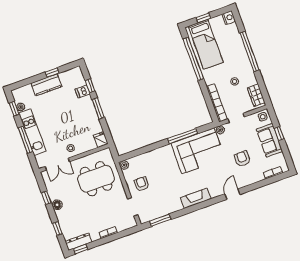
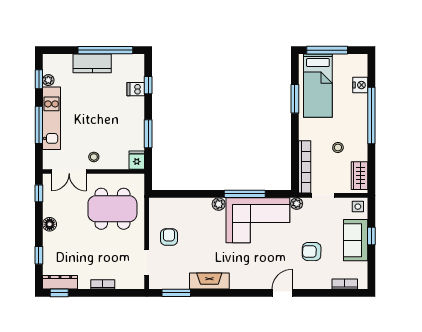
window: (203, 18) -> (327, 50), width x2.17
nightstand: (229, 18) -> (360, 85), moved
window: (193, 59) -> (295, 99), width x0.47
window: (52, 73) -> (105, 50), width x3.17
window: (98, 108) -> (148, 134), moved
armchair: (242, 159) -> (312, 252), turned -89
plant: (124, 165) -> (219, 204), moved
window: (46, 198) -> (39, 193), moved
fireplace: (196, 198) -> (209, 281), moved

